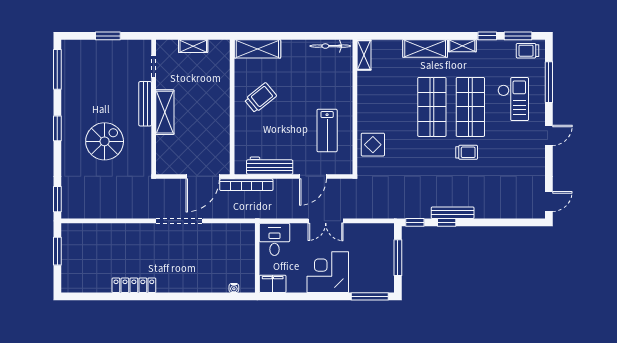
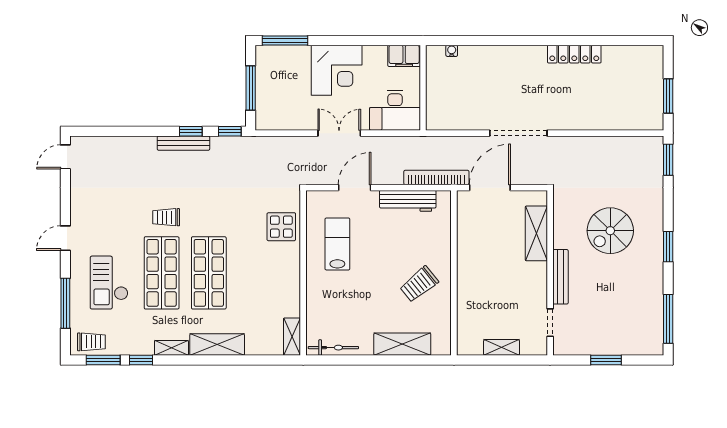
shelving: (257, 49) -> (402, 344), moved
shelving: (165, 112) -> (536, 233), moved
desk: (274, 239) -> (395, 110), width x1.37

